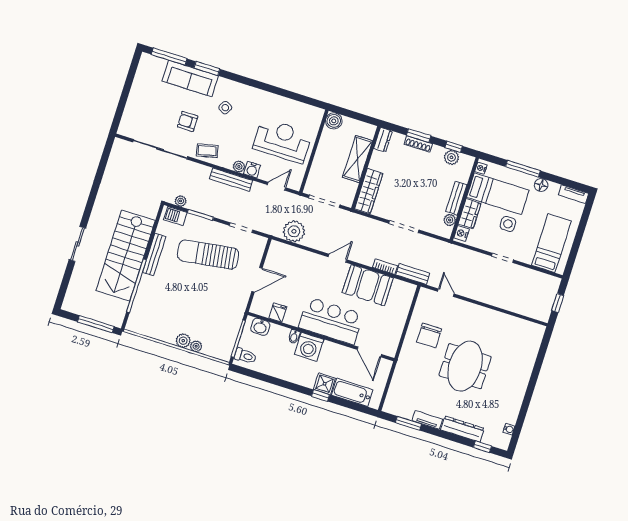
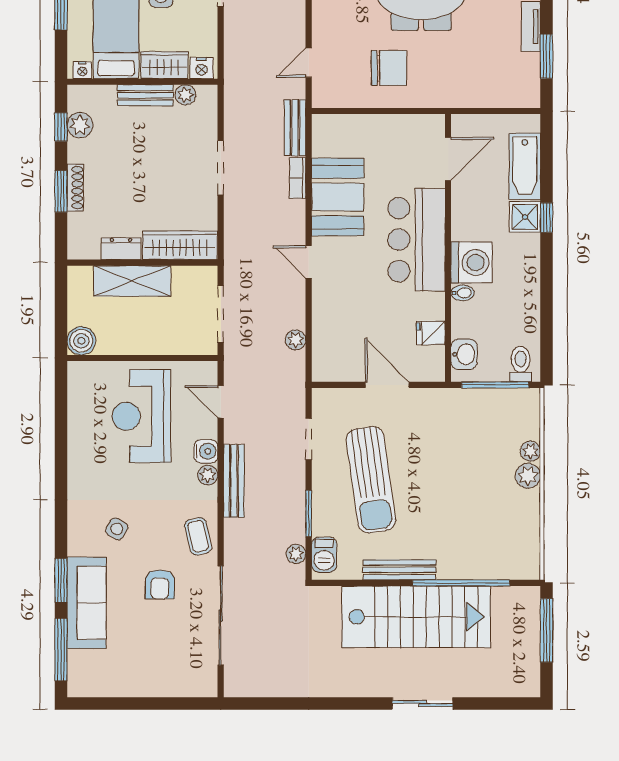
dresser: (383, 140) -> (121, 249), moved
plant: (294, 231) -> (296, 340), width x0.53, depth x0.53

